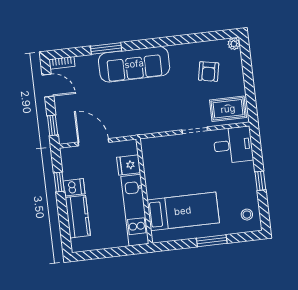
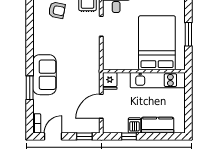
sofa: (134, 64) -> (44, 75), width x0.73
fridge: (129, 165) -> (110, 81), moved
bed: (183, 211) -> (157, 43), width x1.50
window: (212, 241) -> (188, 34), moved

